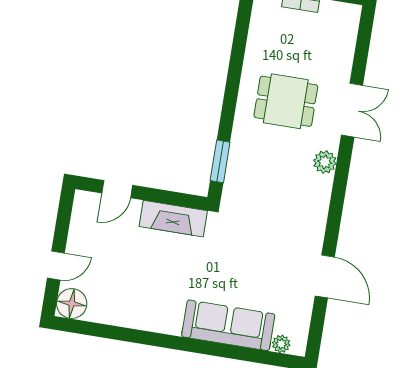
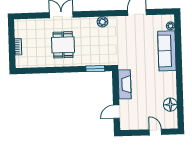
plant: (325, 162) -> (102, 22), moved
door: (117, 189) -> (116, 112), swing flipped
floor lamp: (72, 304) -> (170, 105), moved

